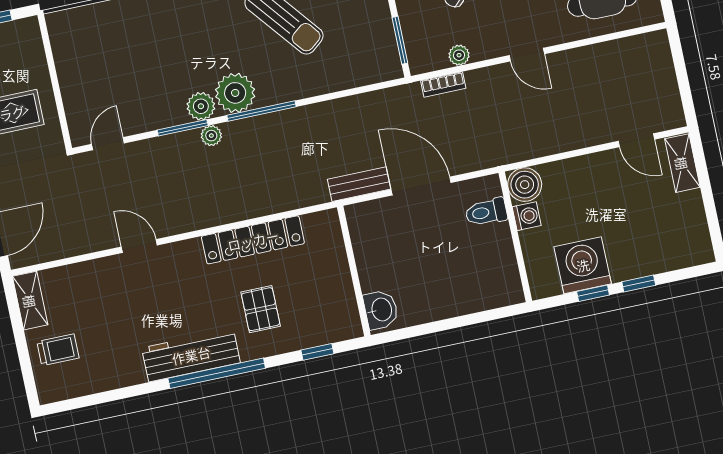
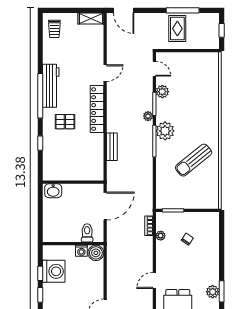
door: (527, 55) -> (154, 280), moved
plant: (201, 106) -> (162, 92), moved
bench: (359, 184) -> (112, 147), moved
locker: (253, 240) -> (97, 109), moved
wall: (354, 271) -> (73, 182), moved
washbasin: (381, 310) -> (53, 191), moved
trolley: (58, 350) -> (54, 29), moved

